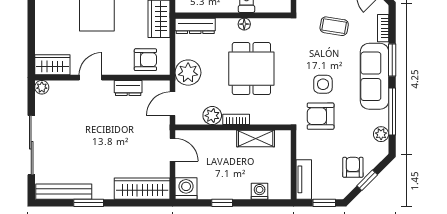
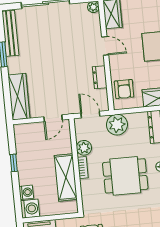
shelving: (256, 139) -> (66, 177), width x1.50, depth x1.33
washing machine: (186, 189) -> (30, 209), moved

